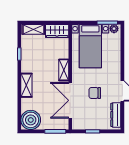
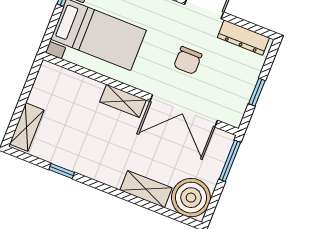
wardrobe: (57, 31) -> (47, 85), removed
shelving: (26, 85) -> (146, 189), moved

